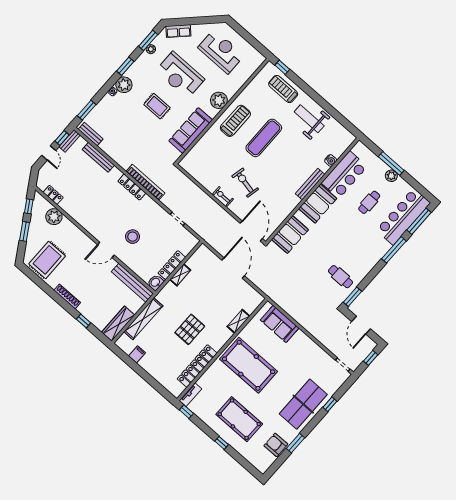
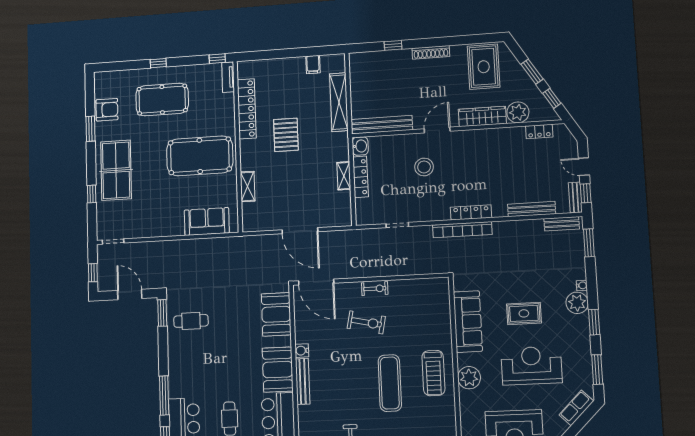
plant: (151, 49) -> (586, 363), removed
water cooler: (331, 160) -> (302, 351), moved
wardrobe: (118, 324) -> (482, 116), moved, turned -90

